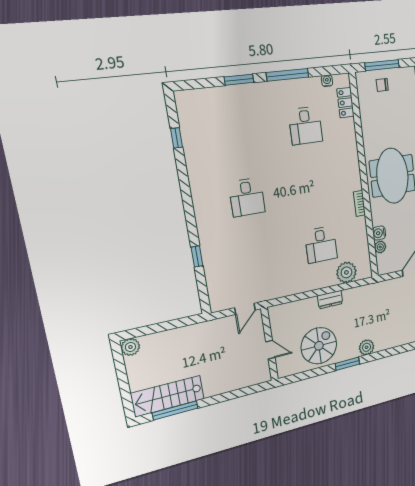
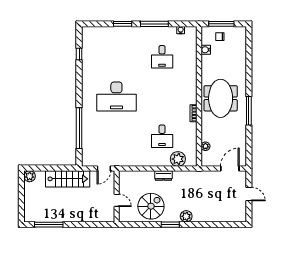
locker: (345, 103) -> (192, 45), removed
desk: (247, 197) -> (116, 96), width x1.87, depth x1.30
water cooler: (379, 233) -> (206, 50), moved
window: (197, 256) -> (79, 128), width x3.17
stairs: (168, 396) -> (68, 179), moved, turned 180

